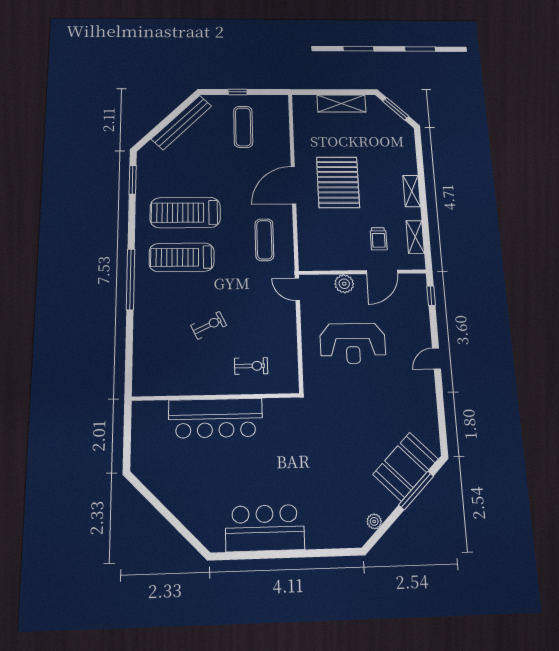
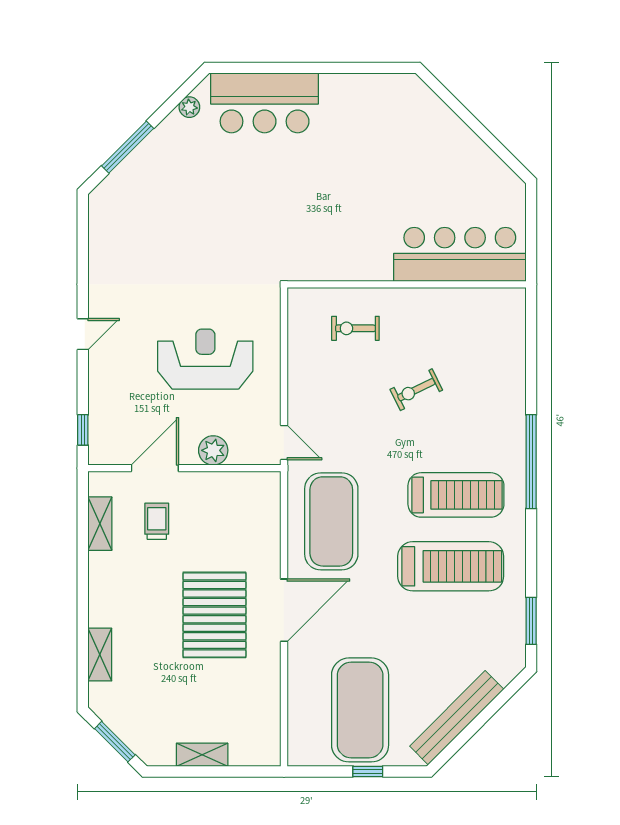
shelving: (341, 104) -> (202, 755), width x0.67, depth x0.75
exercise mat: (243, 127) -> (360, 710), width x2.00, depth x1.45
shelving: (412, 191) -> (100, 655), moved
exercise mat: (264, 240) -> (331, 521), width x2.00, depth x1.45
bar counter: (216, 418) -> (460, 254), moved
booth: (406, 467) -> (140, 180), removed
bar counter: (265, 528) -> (265, 103), moved

